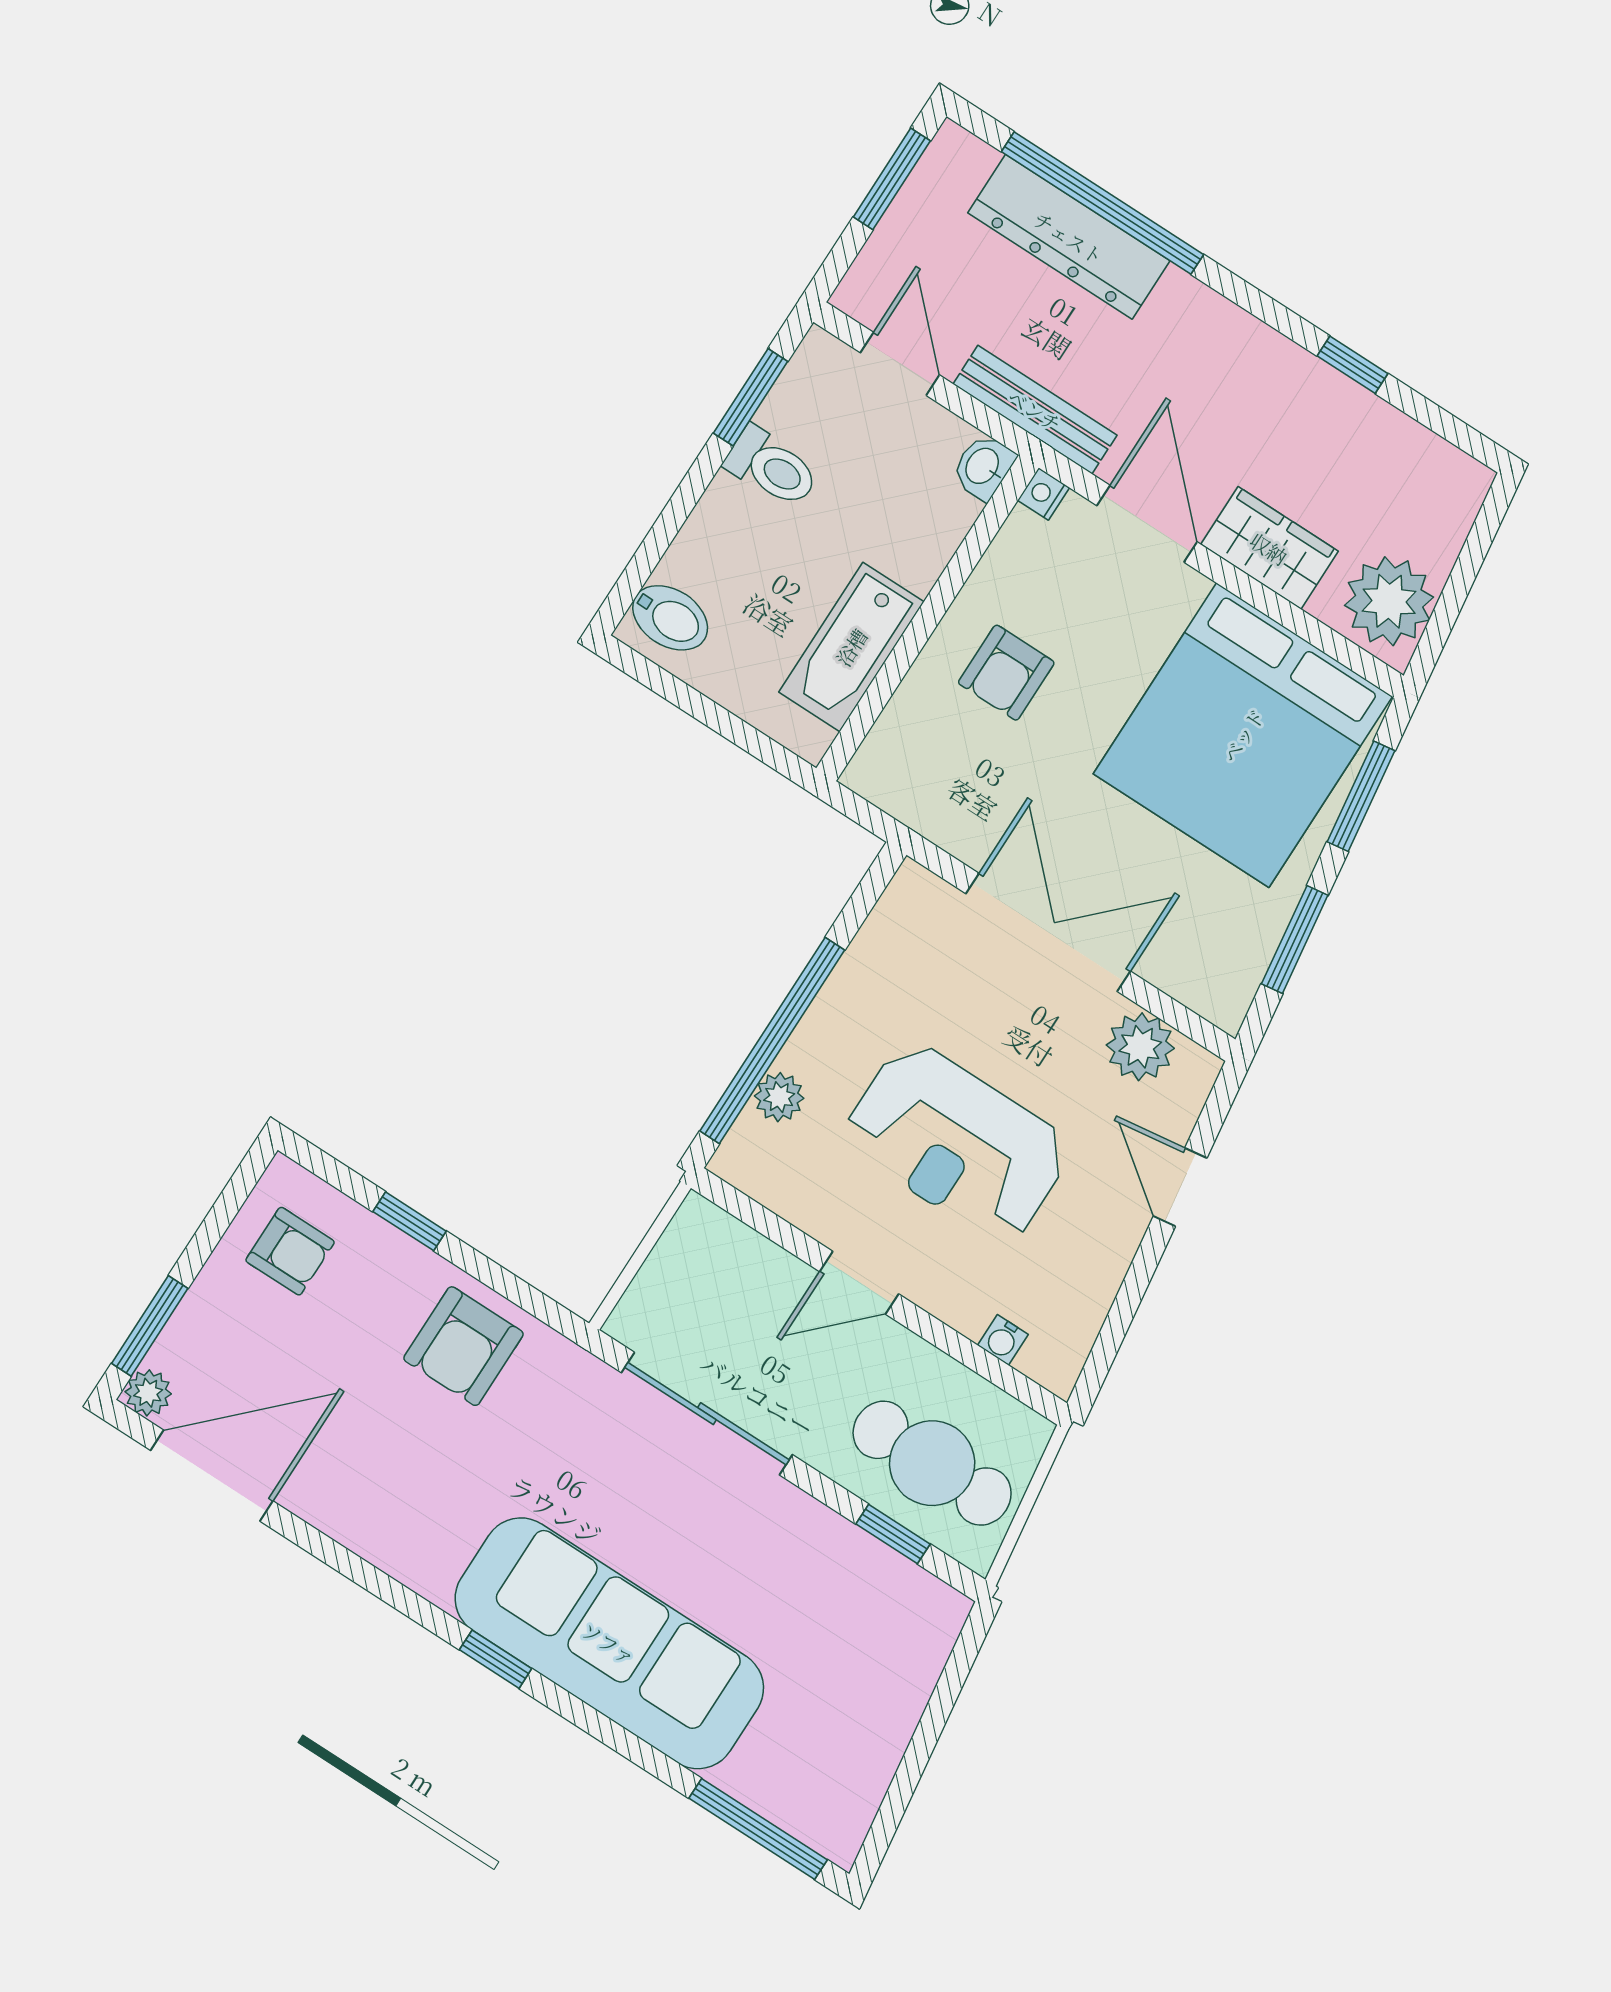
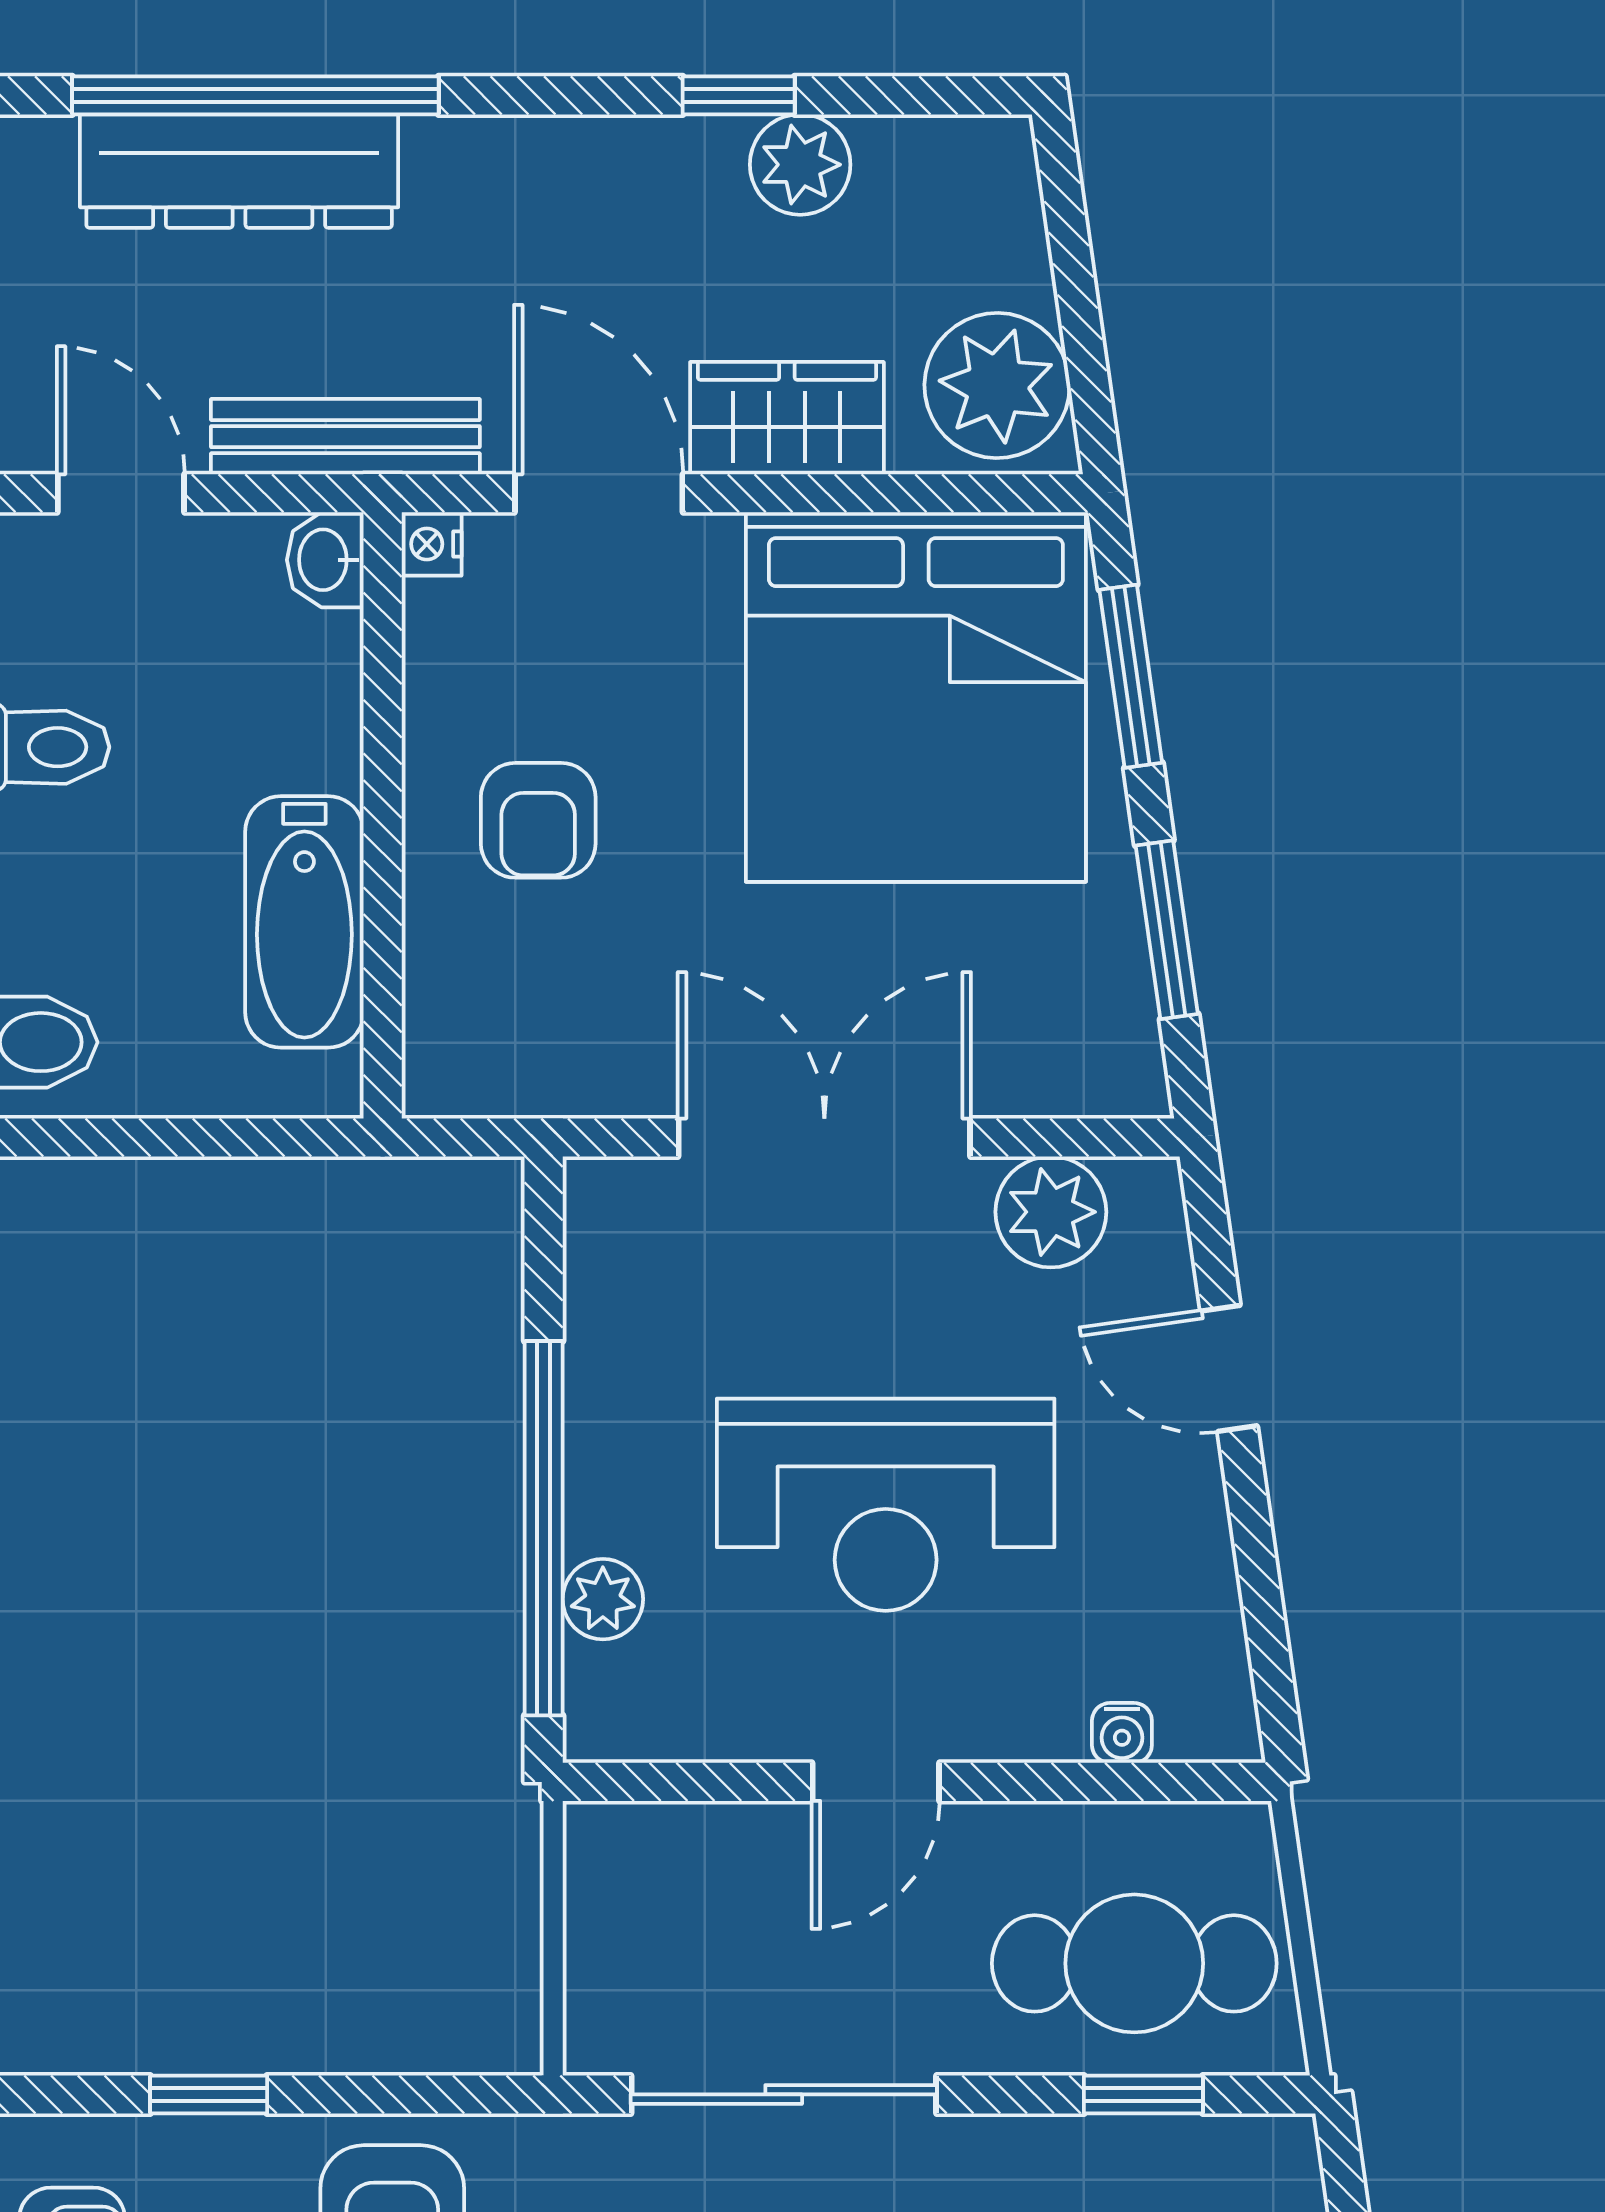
plant: (1361, 421) -> (800, 165), added

